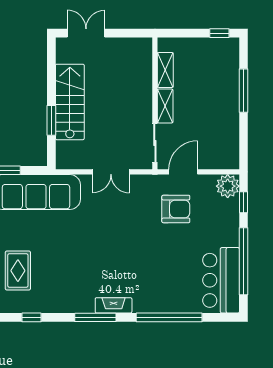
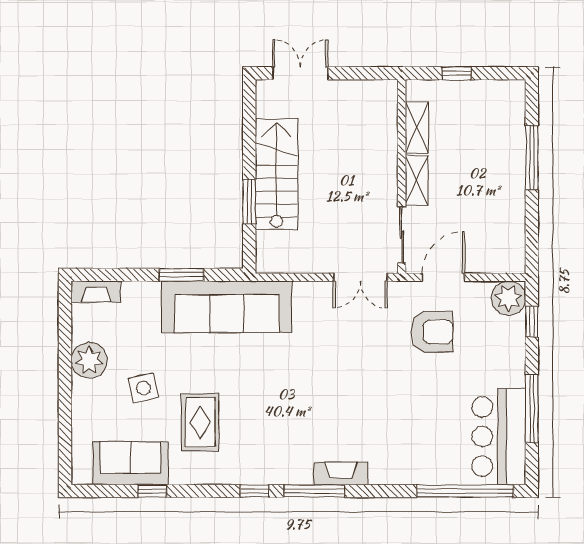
window: (219, 33) -> (457, 73), moved
double door: (111, 172) -> (360, 277), moved
window: (244, 261) -> (532, 409), width x0.68
window: (31, 317) -> (255, 491), moved
window: (169, 317) -> (465, 491), moved

